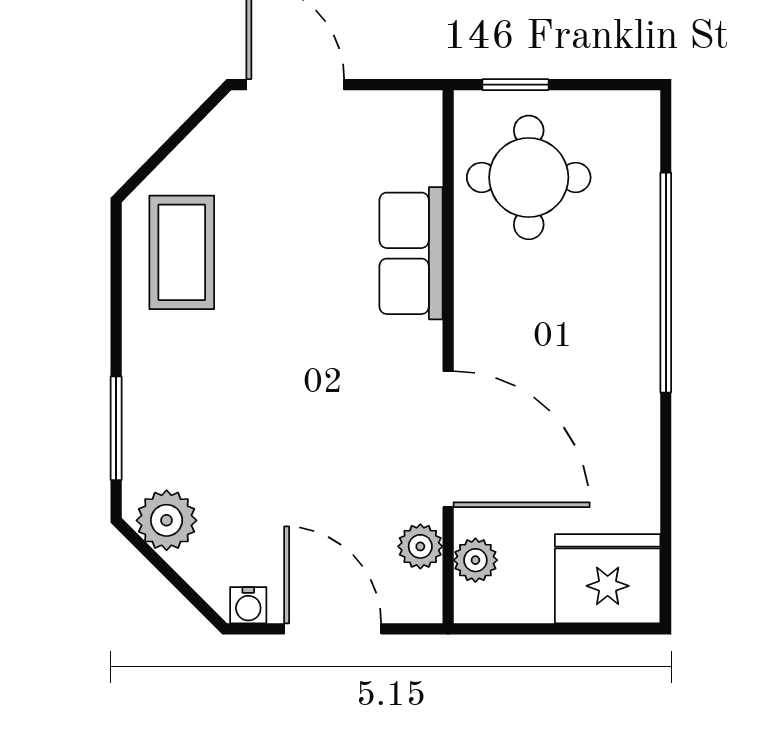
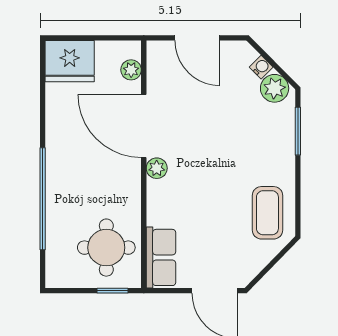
row of seats: (411, 253) -> (161, 257), moved
plant: (420, 546) -> (157, 168), moved
water cooler: (248, 605) -> (261, 67), moved, turned 45

